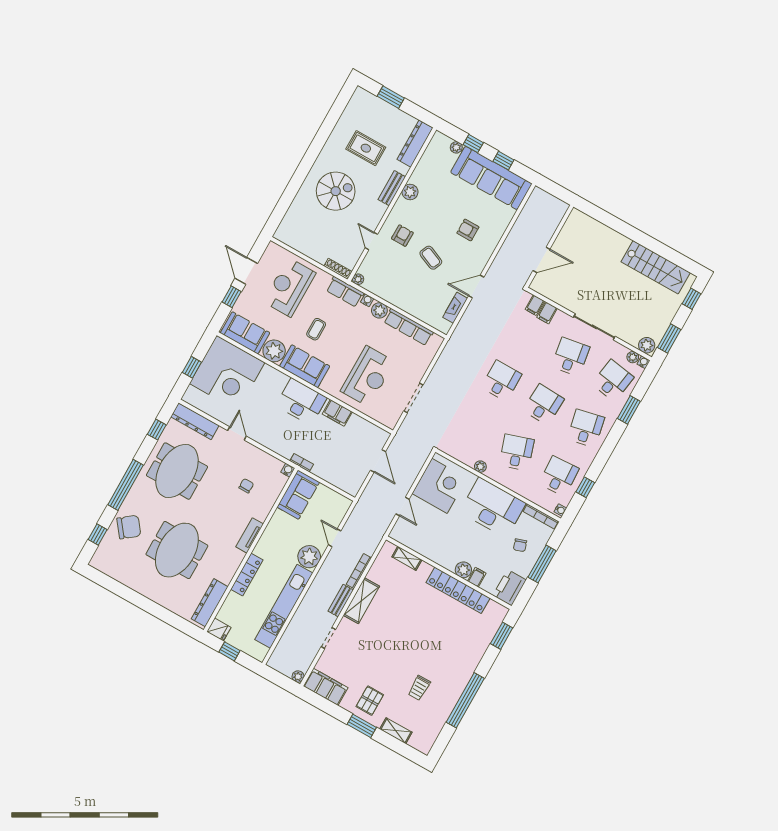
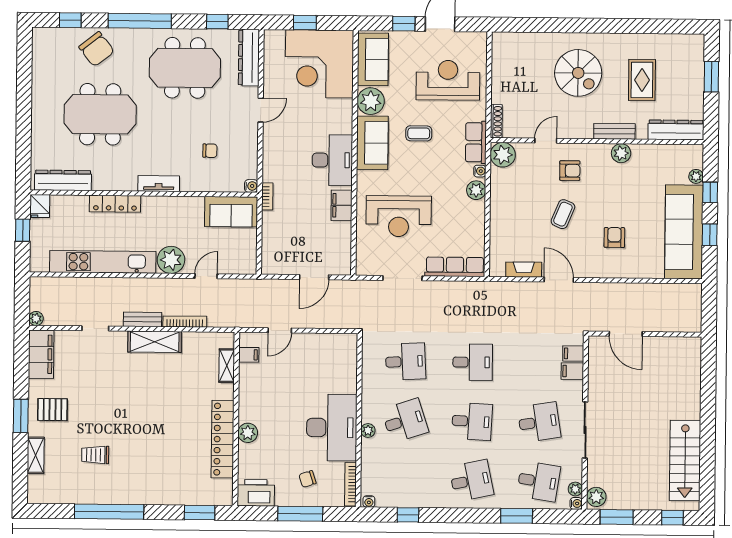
plant: (358, 279) -> (503, 155), width x1.87, depth x1.87
row of seats: (408, 327) -> (455, 267), moved, turned 90
plant: (480, 467) -> (368, 430), moved
desk: (559, 476) -> (406, 361), moved
corner desk: (439, 486) -> (324, 358), removed
filing cabinet: (477, 577) -> (249, 355), moved

